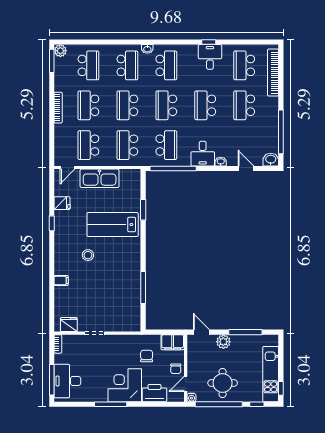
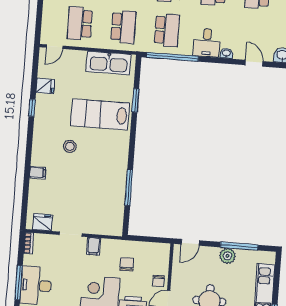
school desk: (127, 145) -> (123, 27), turned 180
kitchen sink: (100, 178) -> (109, 63), moved
door: (201, 332) -> (190, 242), swing flipped
filing cabinet: (173, 342) -> (94, 246), moved, width x0.50
plant: (223, 342) -> (227, 256), moved

